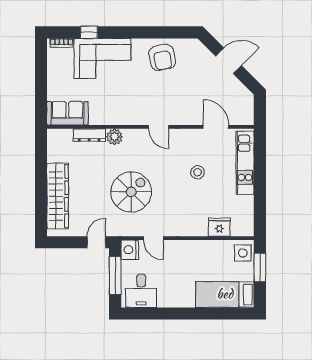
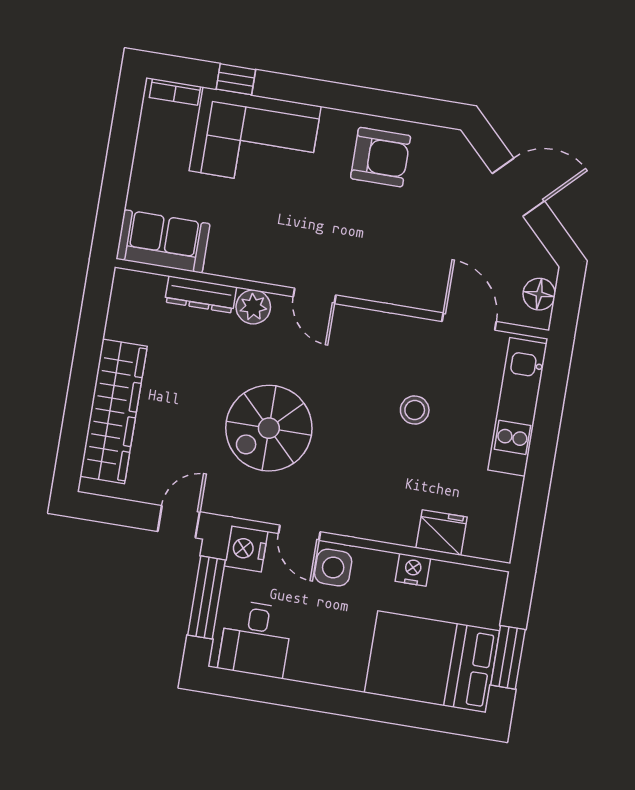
armchair: (162, 57) -> (381, 157), turned -79
floor lamp: (246, 109) -> (539, 294), added
door: (159, 127) -> (315, 296), moved
spiral stairs: (131, 192) -> (269, 428), turned 180
nightstand: (209, 247) -> (413, 570), added
side table: (243, 253) -> (333, 568), moved
window: (260, 267) -> (508, 657), moved
bed: (225, 294) -> (432, 662), width x1.50

